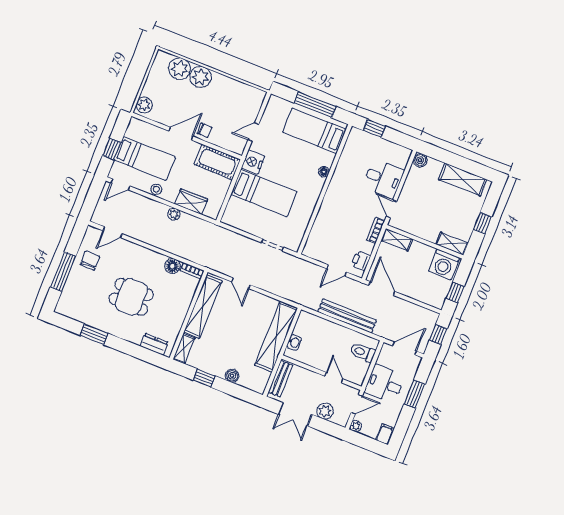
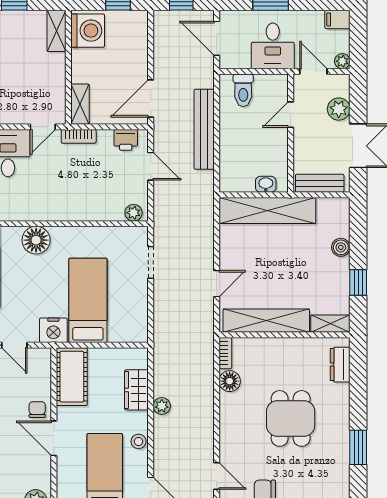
floor lamp: (324, 172) -> (36, 240), width x1.89, depth x1.89
plant: (310, 247) -> (134, 213), added

